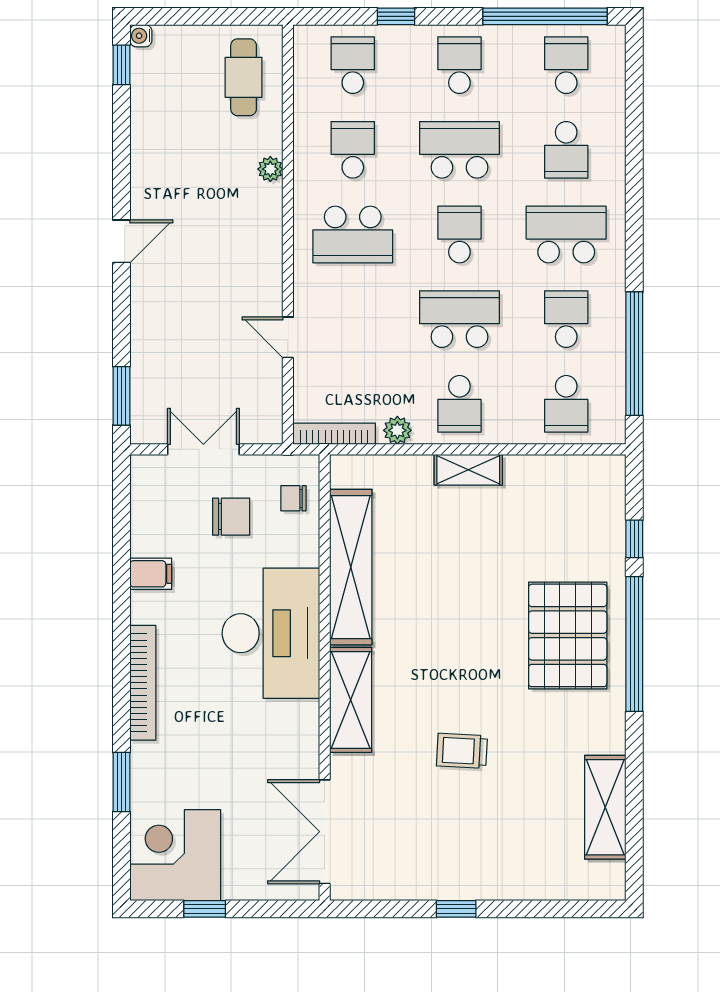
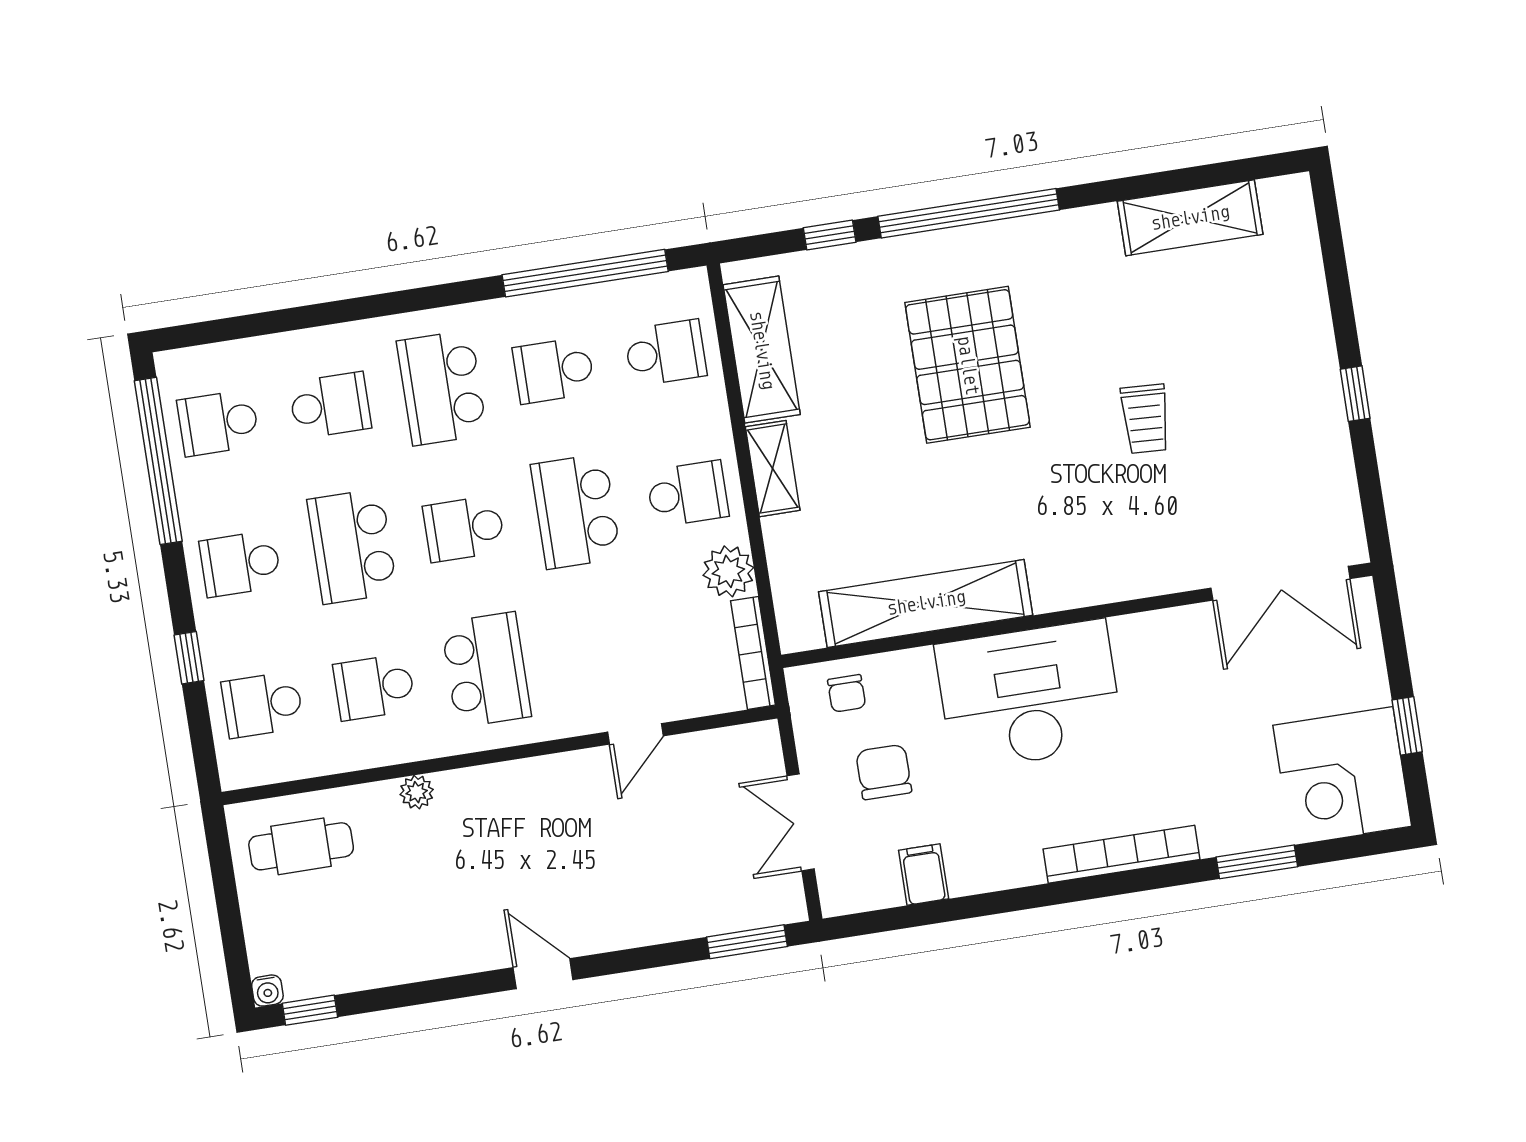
plant: (397, 430) -> (728, 571), width x1.38, depth x1.38
filing cabinet: (151, 574) -> (924, 874), moved
pallet: (568, 635) -> (968, 365), moved, turned 90
shelving: (351, 700) -> (762, 350), moved, turned 90

